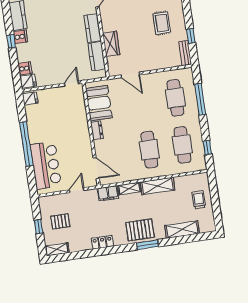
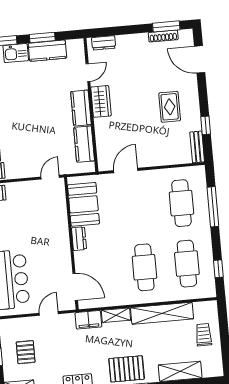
wardrobe: (111, 44) -> (101, 101), moved
door: (130, 75) -> (126, 171), swing flipped
shelving: (158, 186) -> (162, 313), width x1.47
pallet: (60, 221) -> (26, 352), turned 90

